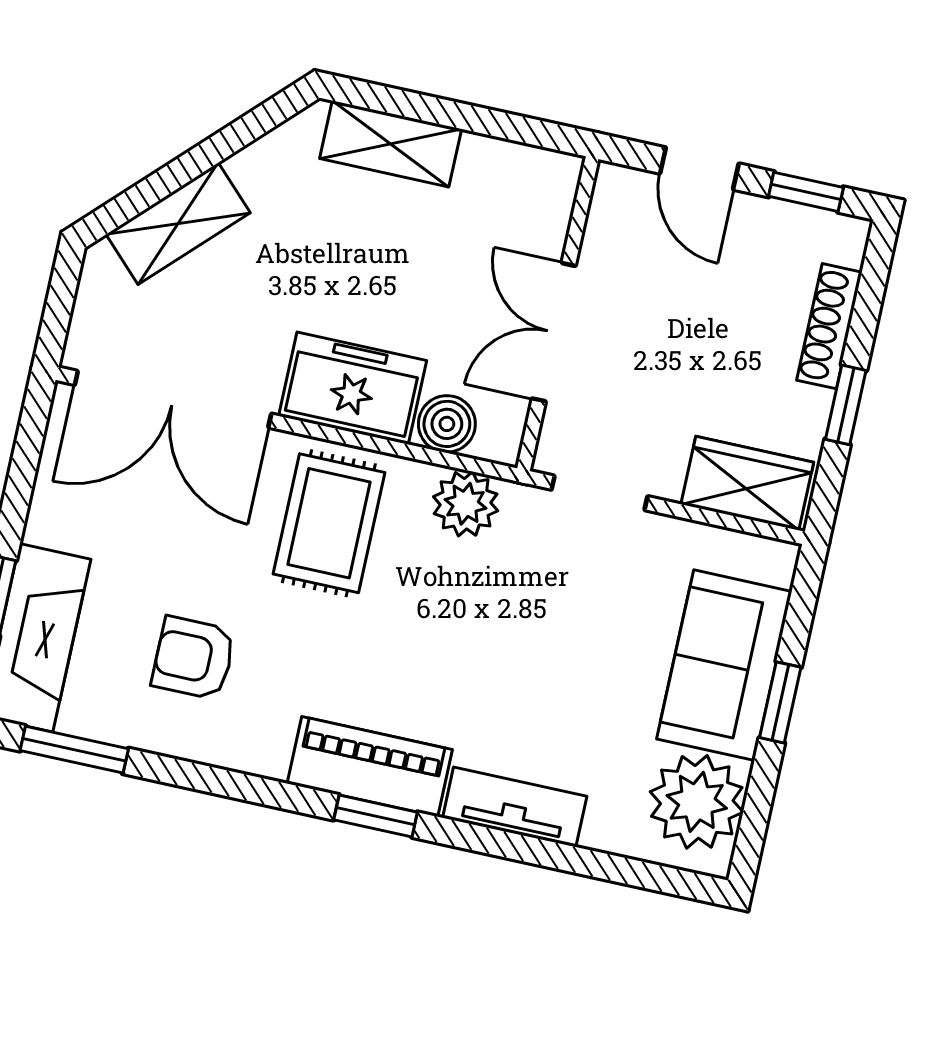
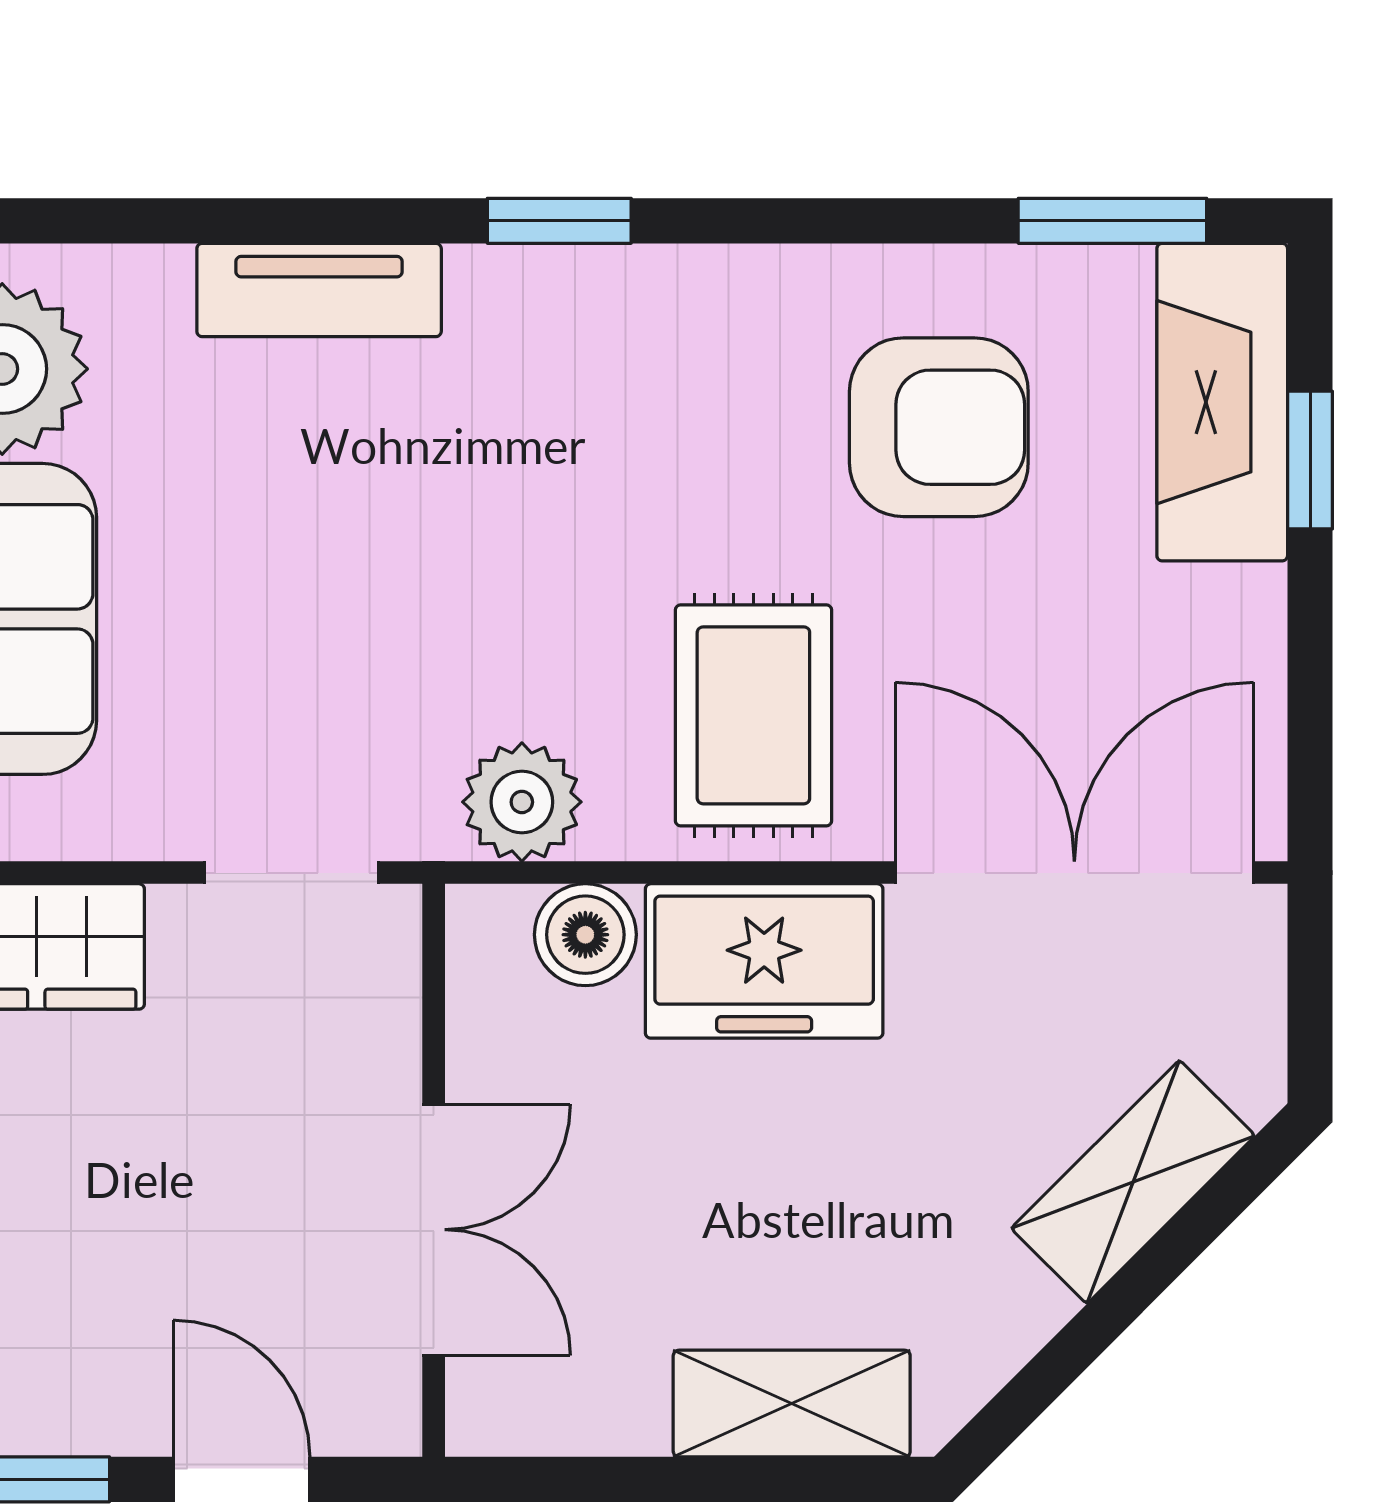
double door: (554, 332) -> (434, 1230), moved
armchair: (194, 658) -> (939, 427), width x1.38, depth x1.38
piano: (370, 767) -> (588, 305), removed

